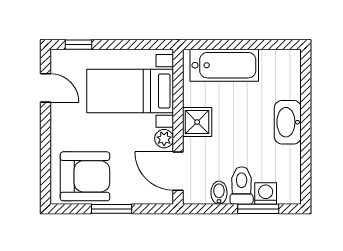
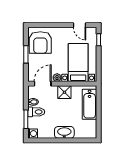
door: (46, 88) -> (80, 25), hinge flipped
washing machine: (266, 194) -> (33, 134), moved

